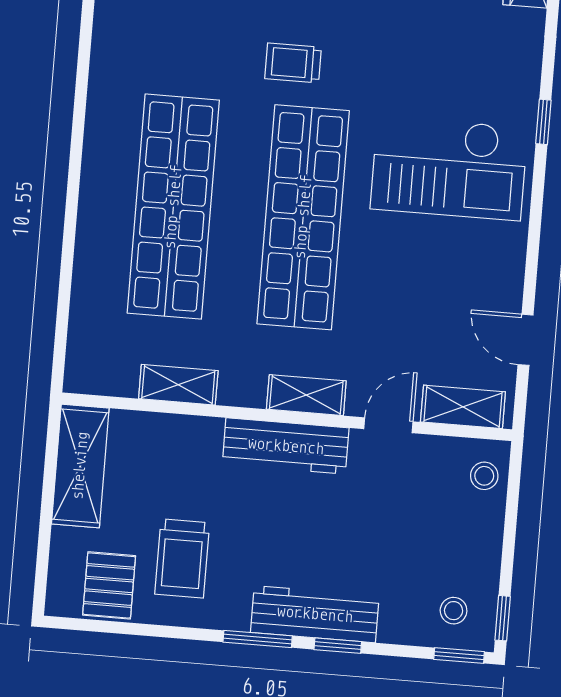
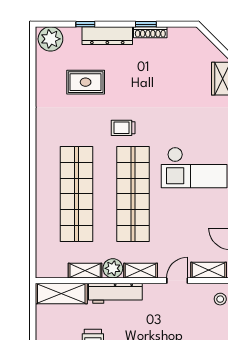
plant: (243, 385) -> (113, 268), added
workbench: (286, 446) -> (115, 293), moved
shelving: (80, 466) -> (61, 294), moved, turned 90

